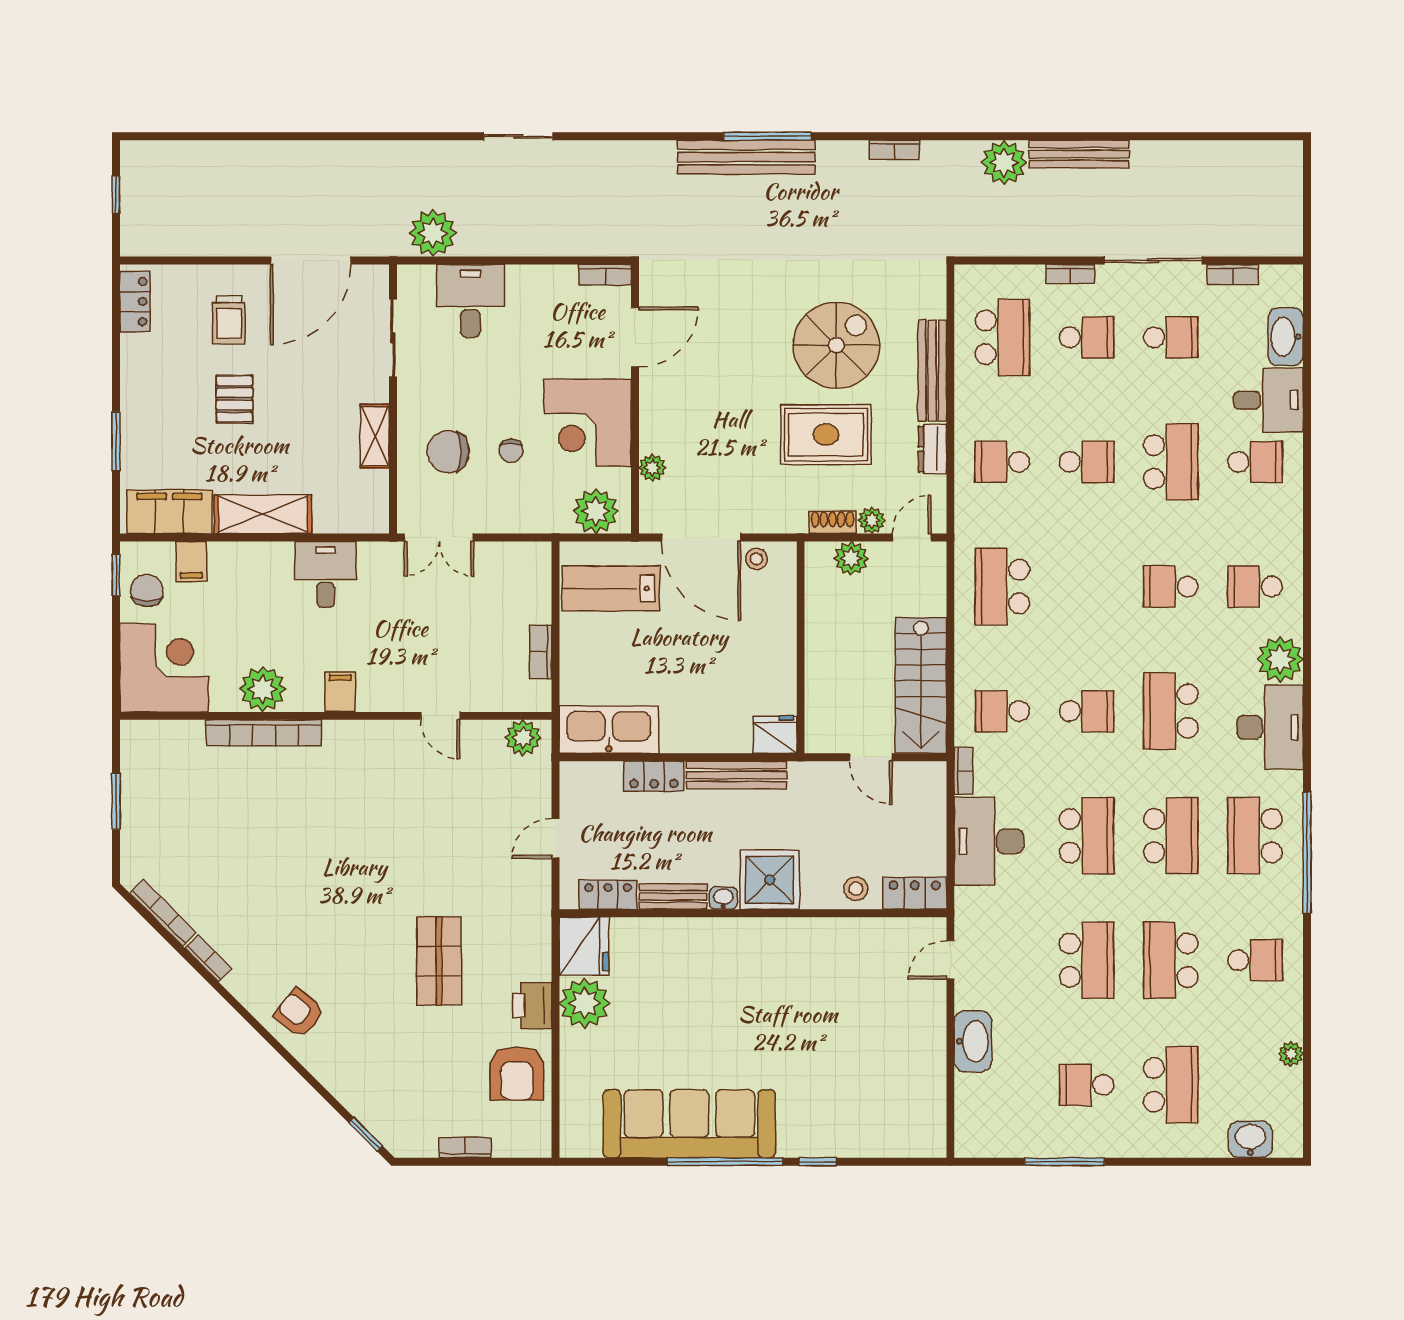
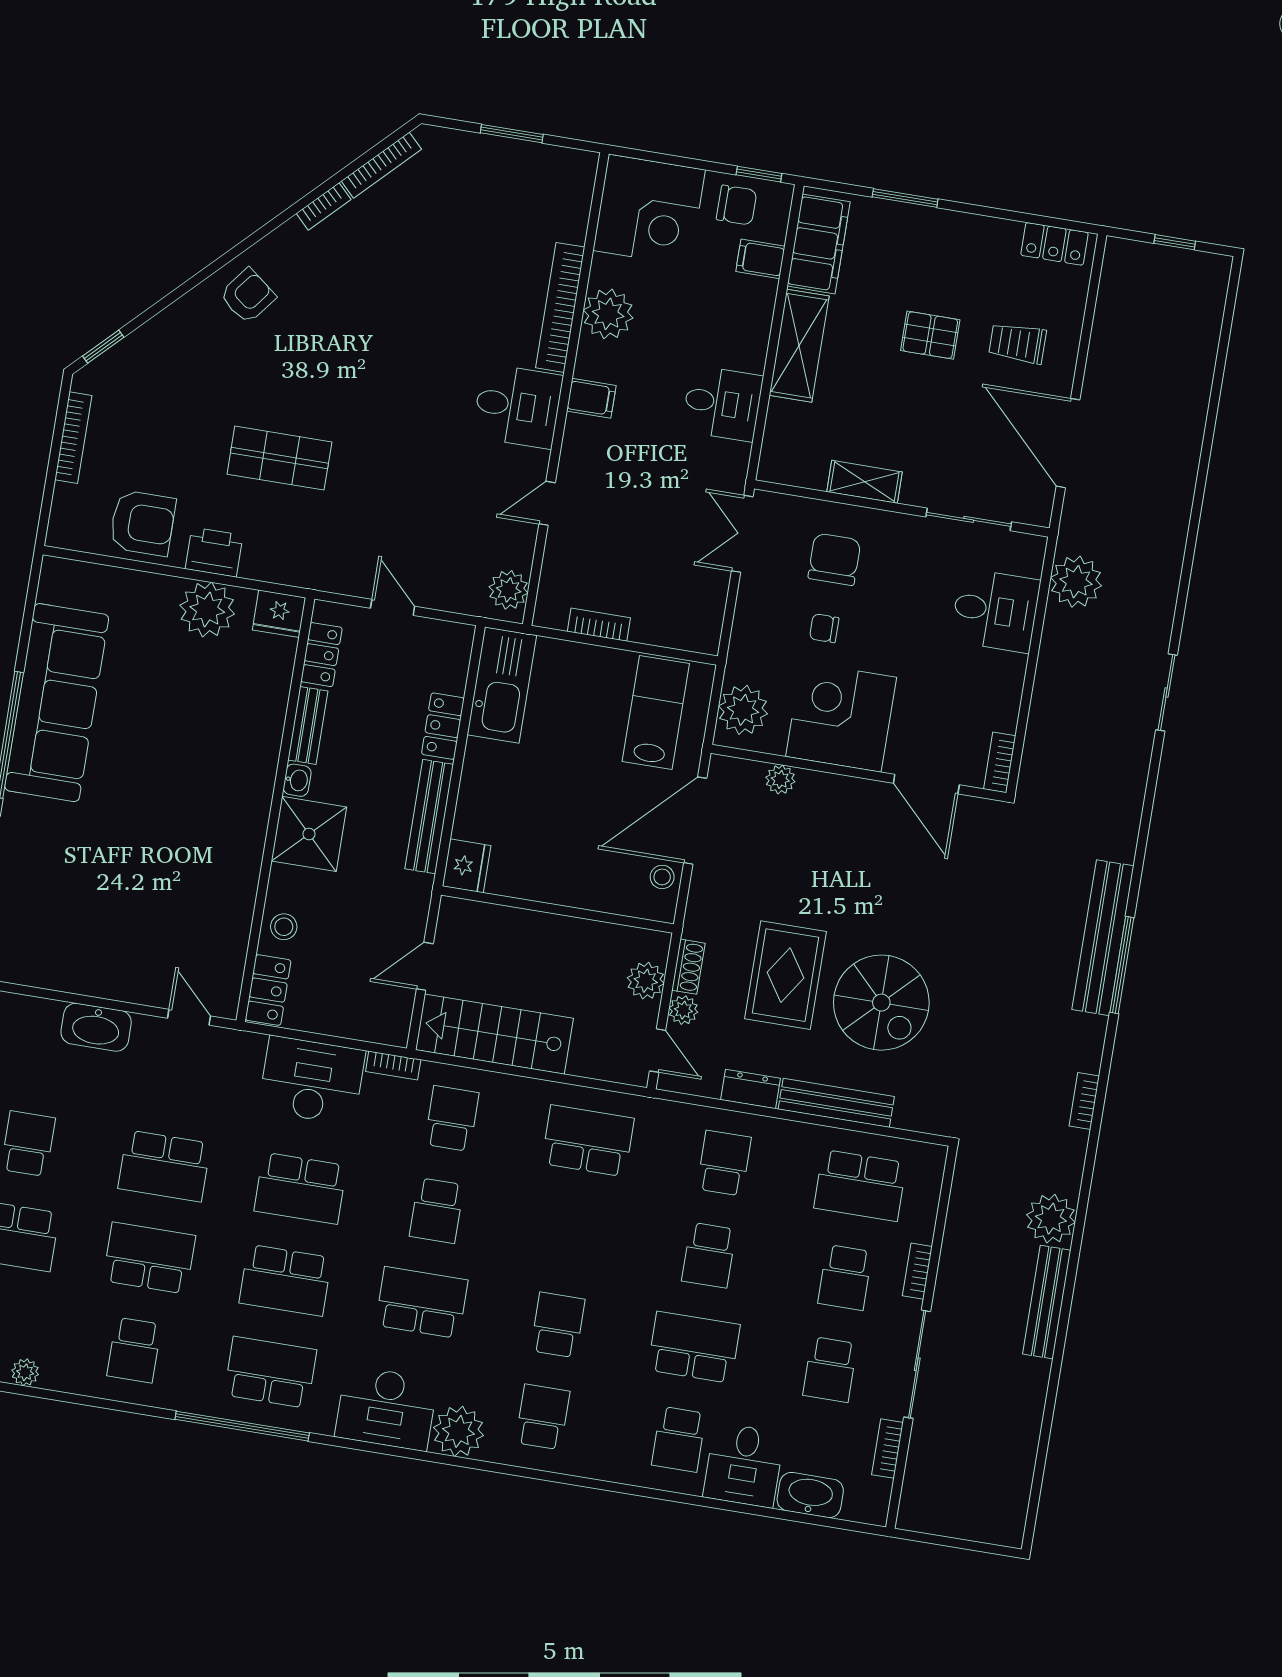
school desk: (1171, 462) -> (694, 1347), turned 180
desk: (358, 756) -> (517, 406), added
fridge: (584, 946) -> (279, 614), width x0.73, depth x0.75
armchair: (517, 1073) -> (143, 523), turned 180
bookcase: (465, 1148) -> (73, 438), width x1.56

